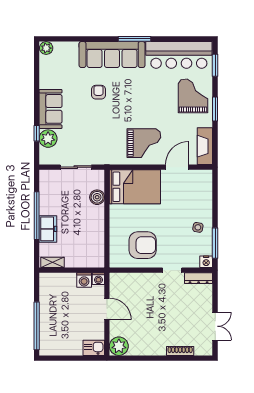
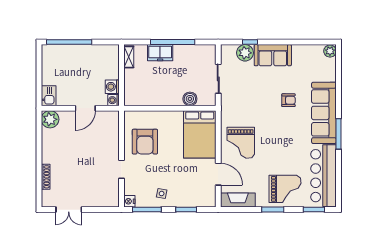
window: (215, 201) -> (186, 210), added
dresser: (199, 278) -> (114, 194), removed

